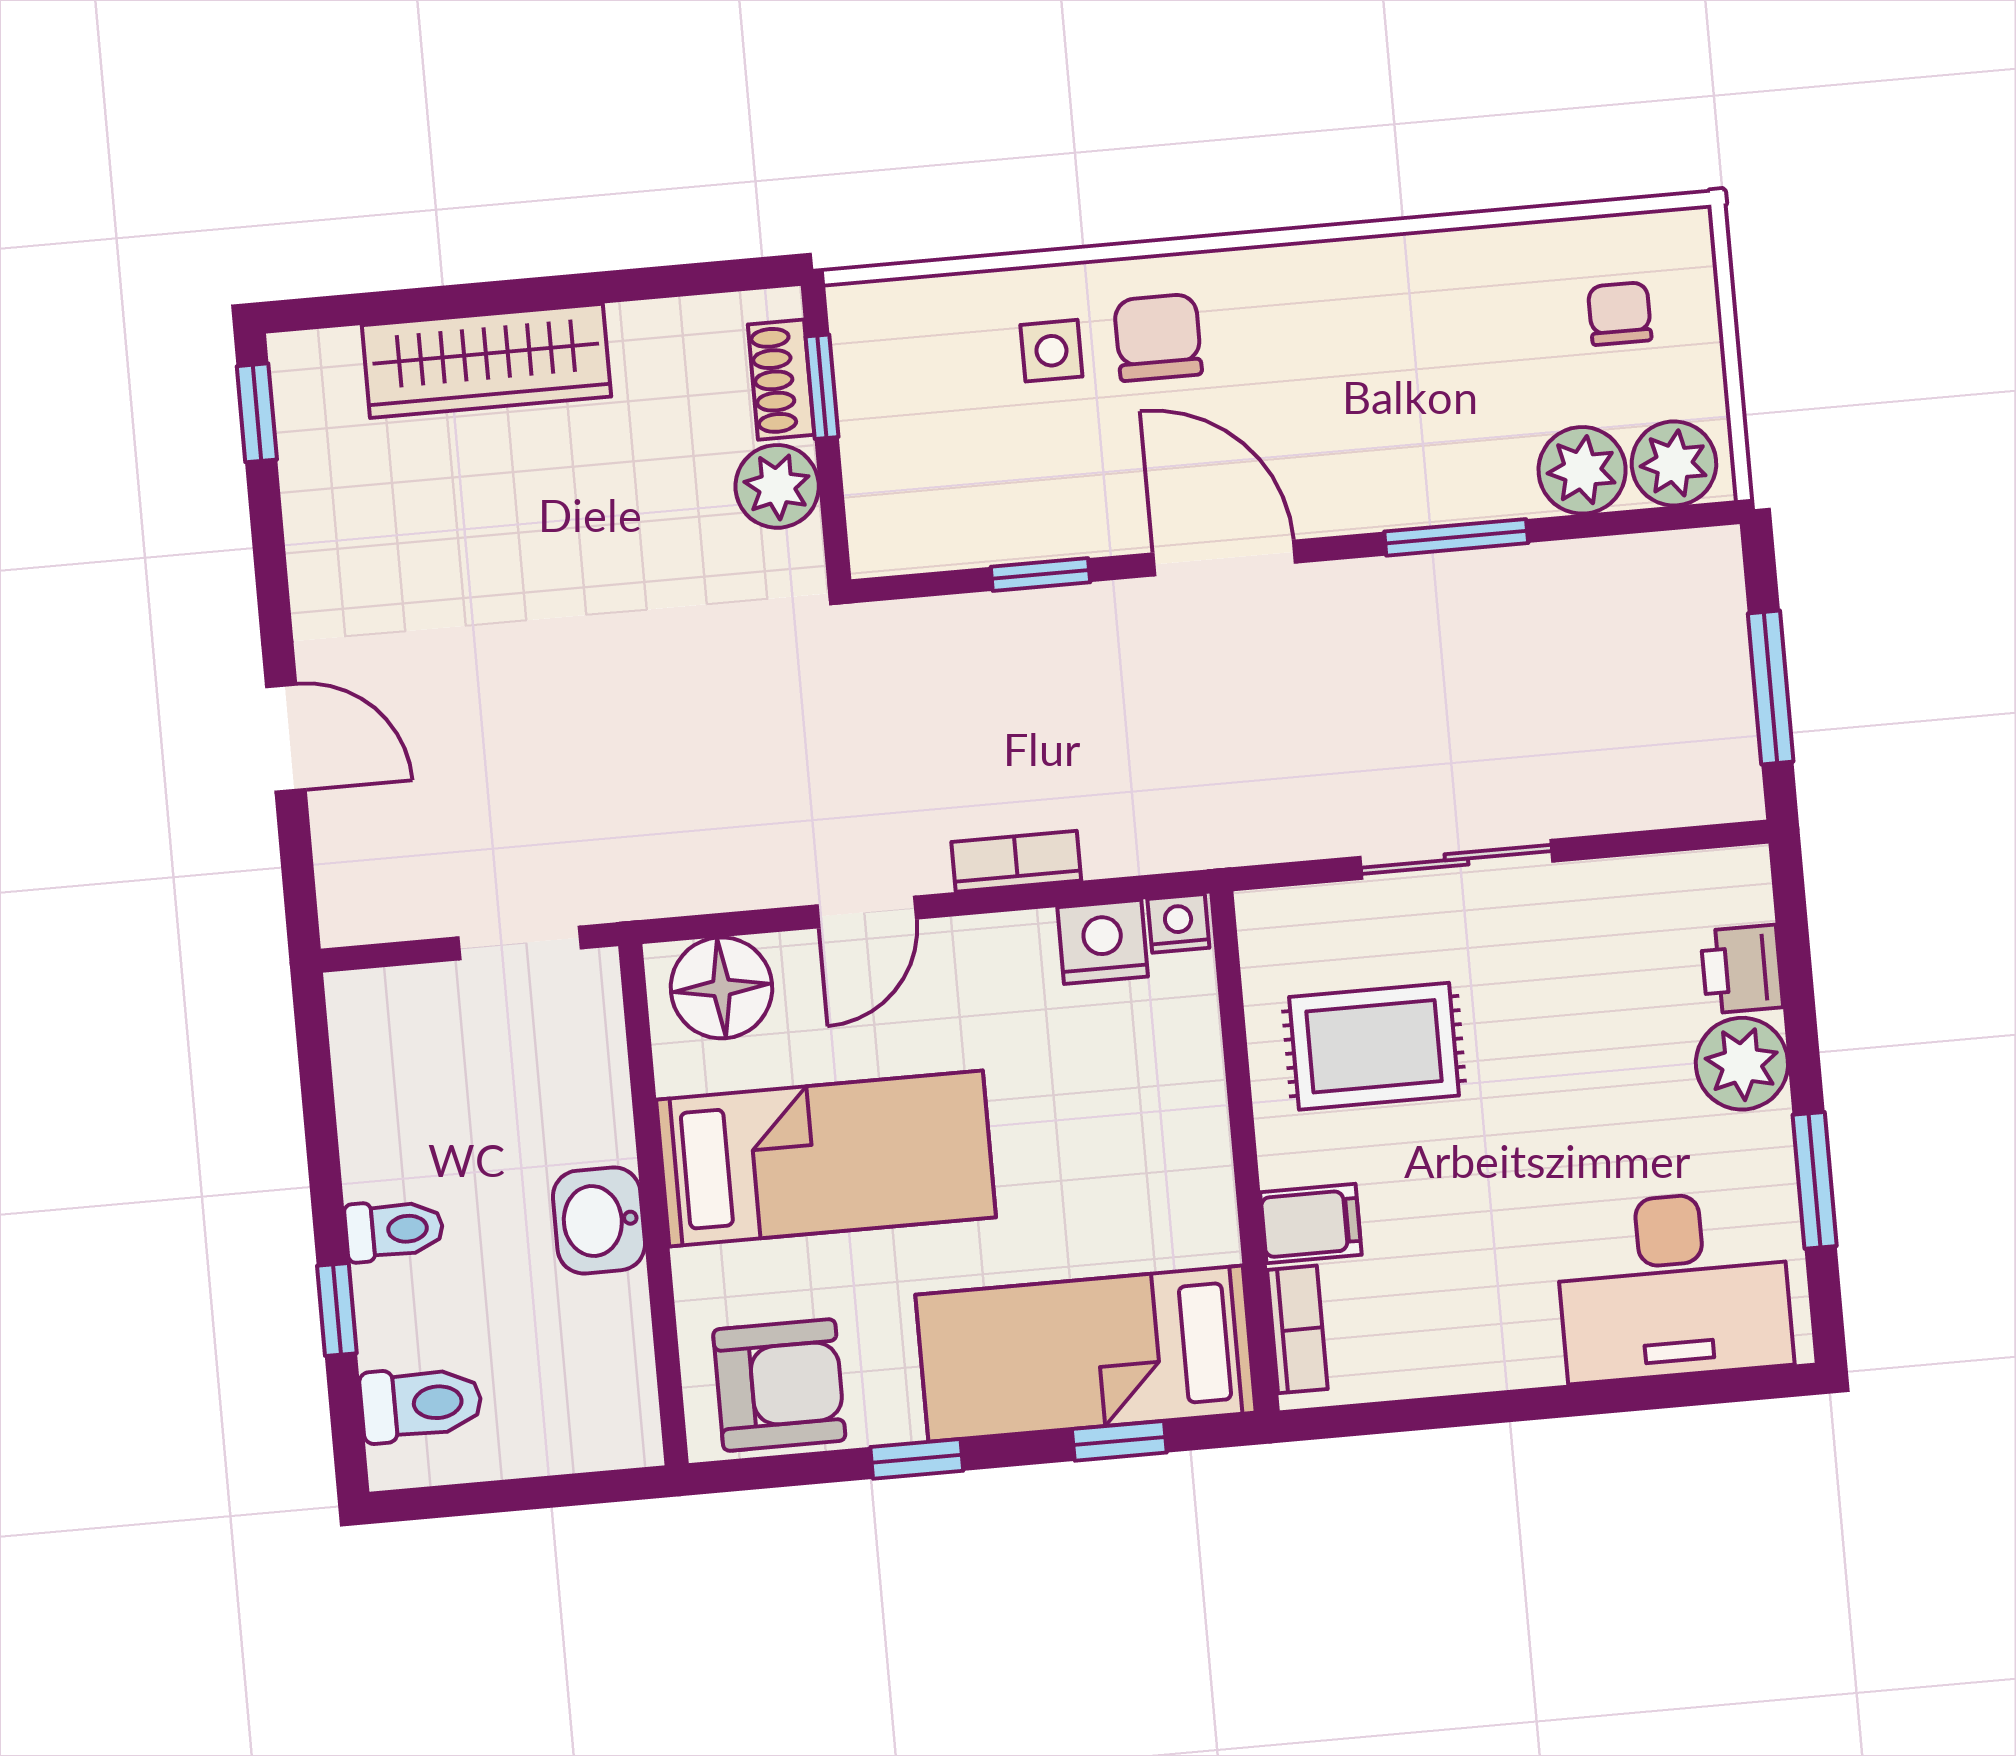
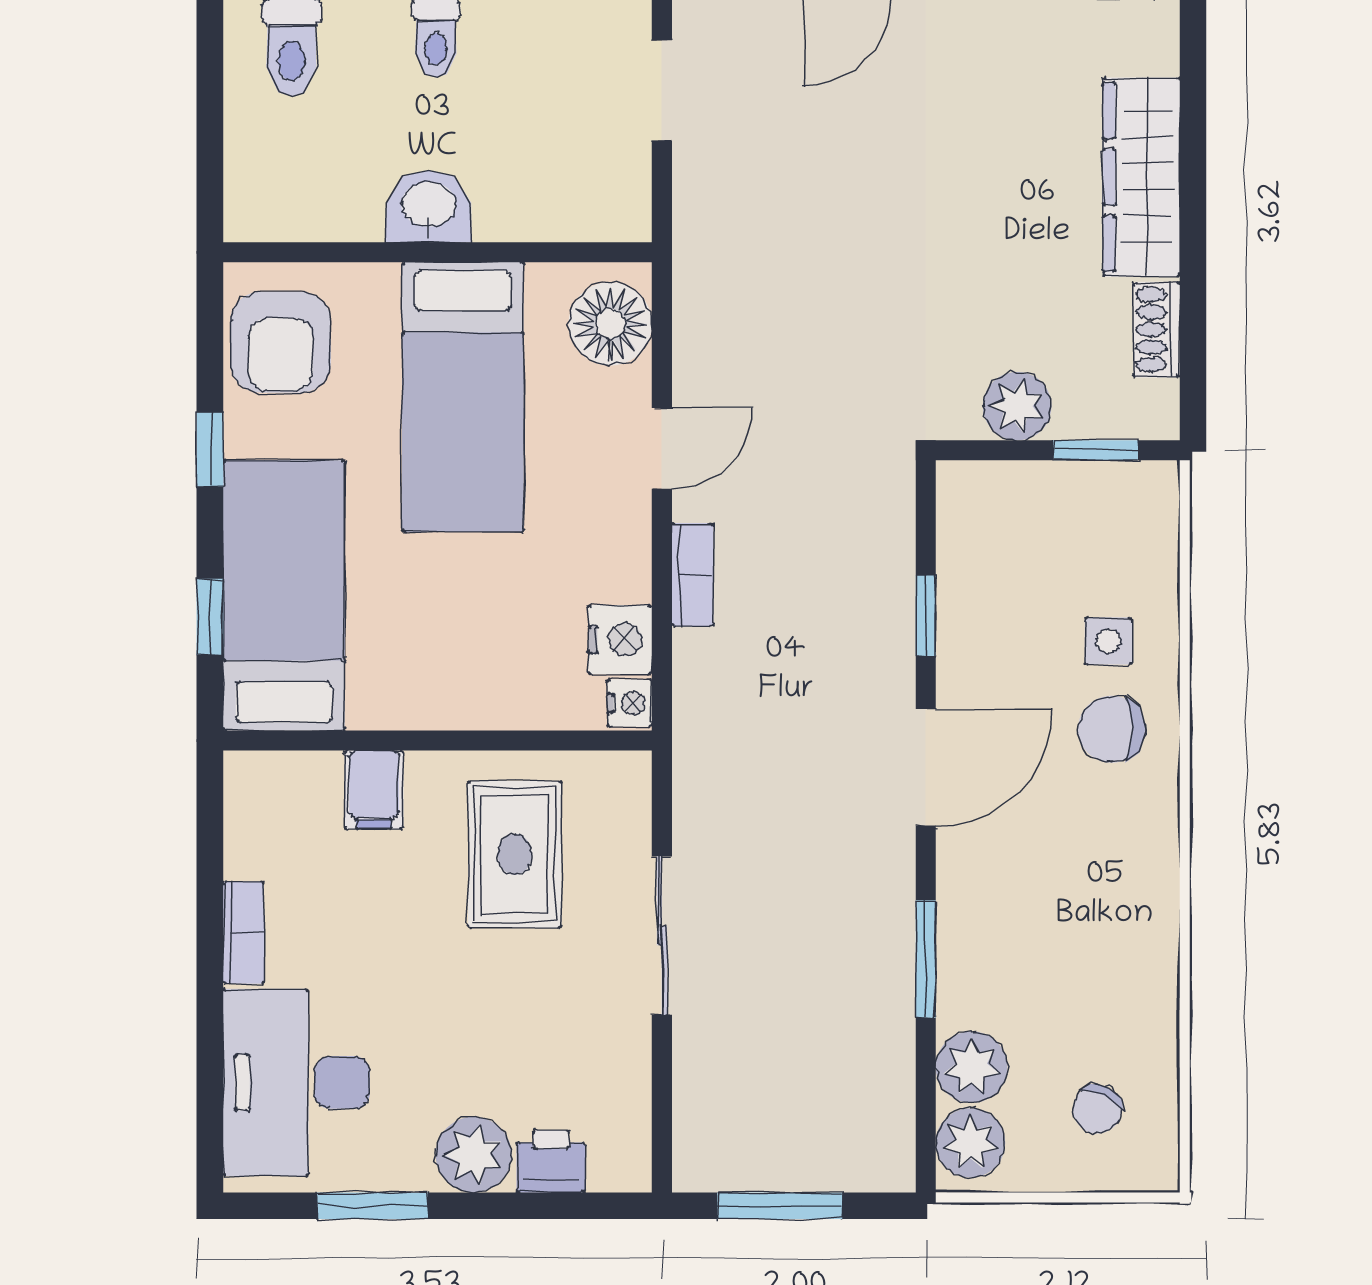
chair: (1620, 313) -> (1097, 1109), turned 116
chair: (1158, 337) -> (1112, 729), turned 180
shoe rack: (781, 380) -> (1157, 330), moved, turned -90
door: (867, 912) -> (662, 448), swing flipped
doorway: (519, 943) -> (662, 91), moved
bookcase: (1297, 1329) -> (244, 933), moved, turned -90

